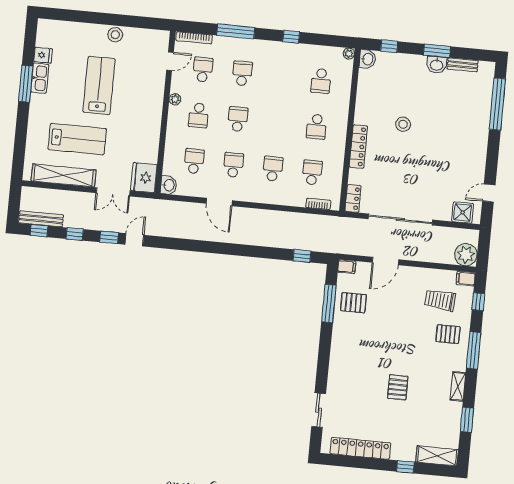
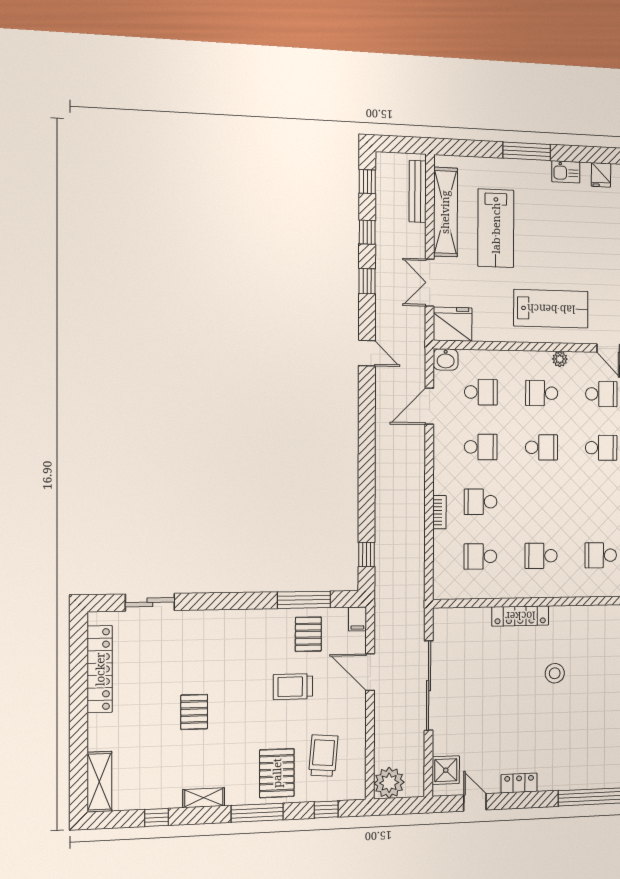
kitchen sink: (40, 78) -> (566, 172), width x0.73
window: (26, 84) -> (527, 151), moved
lab bench: (99, 85) -> (551, 309), moved
school desk: (273, 169) -> (481, 502), turned 180
school desk: (312, 172) -> (480, 556), turned 180
locker: (353, 198) -> (519, 783), moved, turned 180
door: (219, 202) -> (429, 406), moved
bookcase: (318, 204) -> (439, 512), moved
bench: (41, 219) -> (418, 191), moved
door: (134, 240) -> (367, 353), moved
filing cabinet: (466, 279) -> (356, 787), removed
trolley: (389, 317) -> (293, 687), added
pallet: (448, 334) -> (277, 773), width x1.50, depth x1.42
pallet: (398, 387) -> (194, 712), turned 90
window: (467, 420) -> (157, 817), width x0.67
window: (405, 467) -> (79, 738), removed

